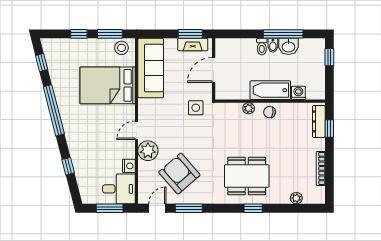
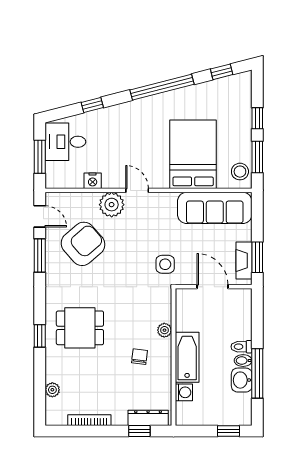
chair: (270, 112) -> (139, 357), moved
dining table: (247, 176) -> (80, 328), width x0.73
desk: (119, 189) -> (65, 142), moved, turned 90

